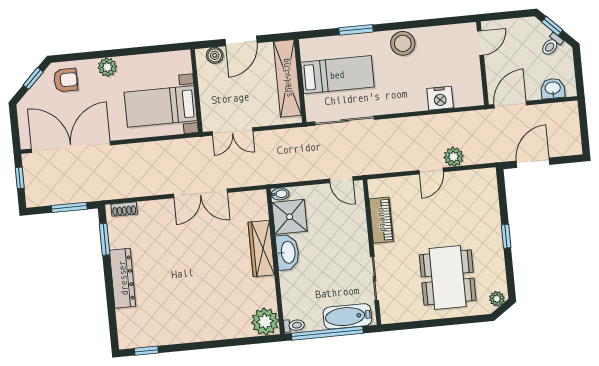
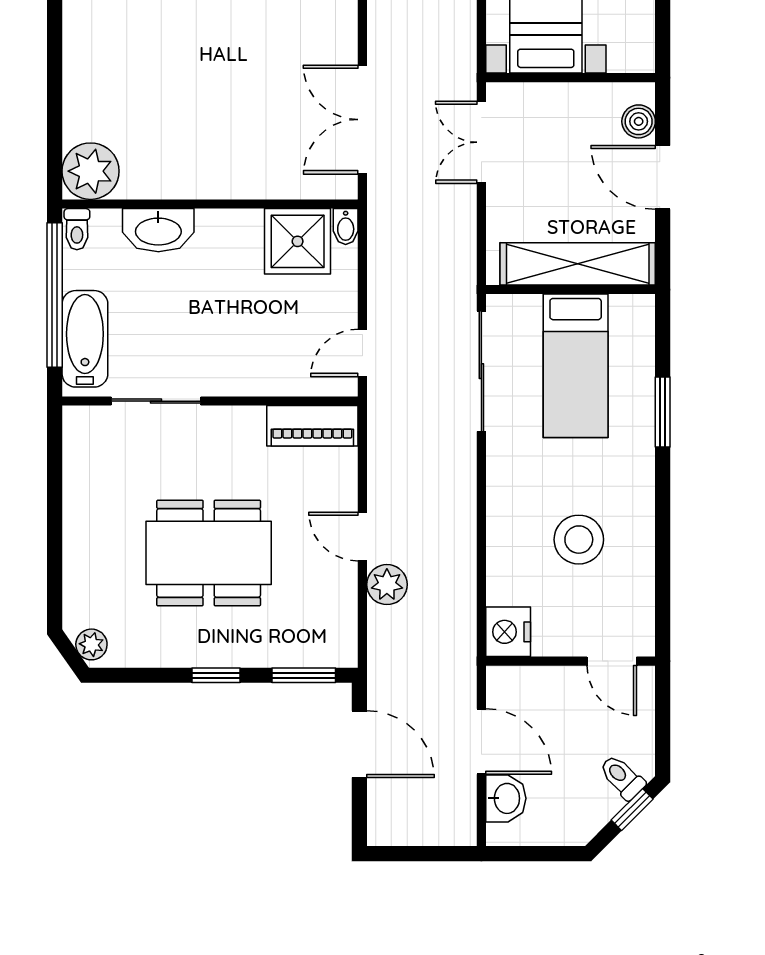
stool: (403, 43) -> (579, 540), moved
toilet: (552, 45) -> (622, 777), moved
nightstand: (440, 98) -> (508, 632), moved
door: (510, 105) -> (481, 742), moved
double door: (200, 193) -> (362, 120), moved
window: (502, 193) -> (304, 675), added
piano: (381, 220) -> (312, 426), moved
wardrobe: (261, 248) -> (239, 178), removed
washbasin: (288, 252) -> (158, 230), moved
dining table: (448, 277) -> (209, 553), moved

